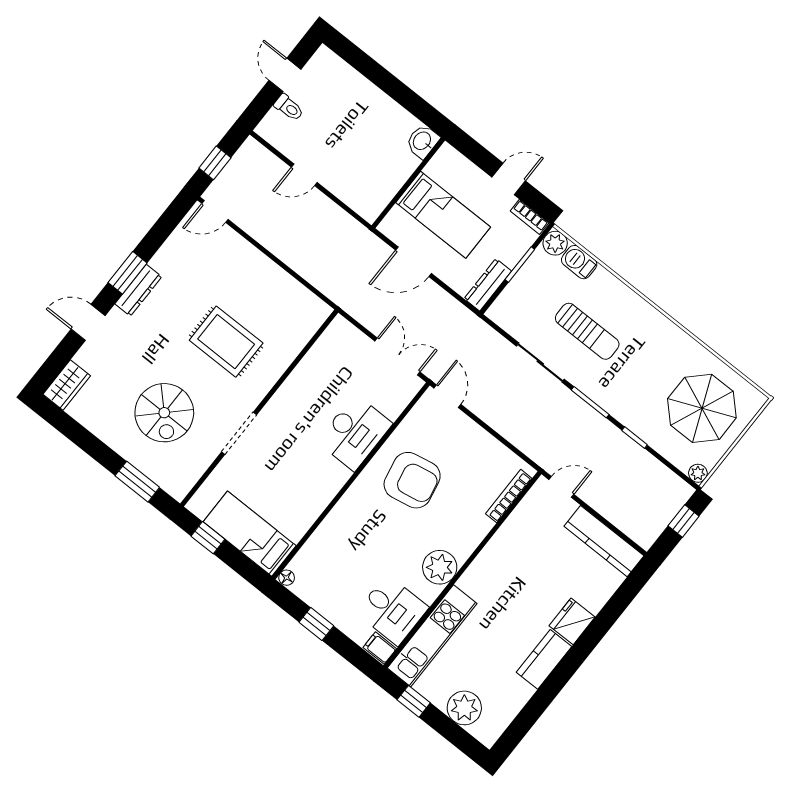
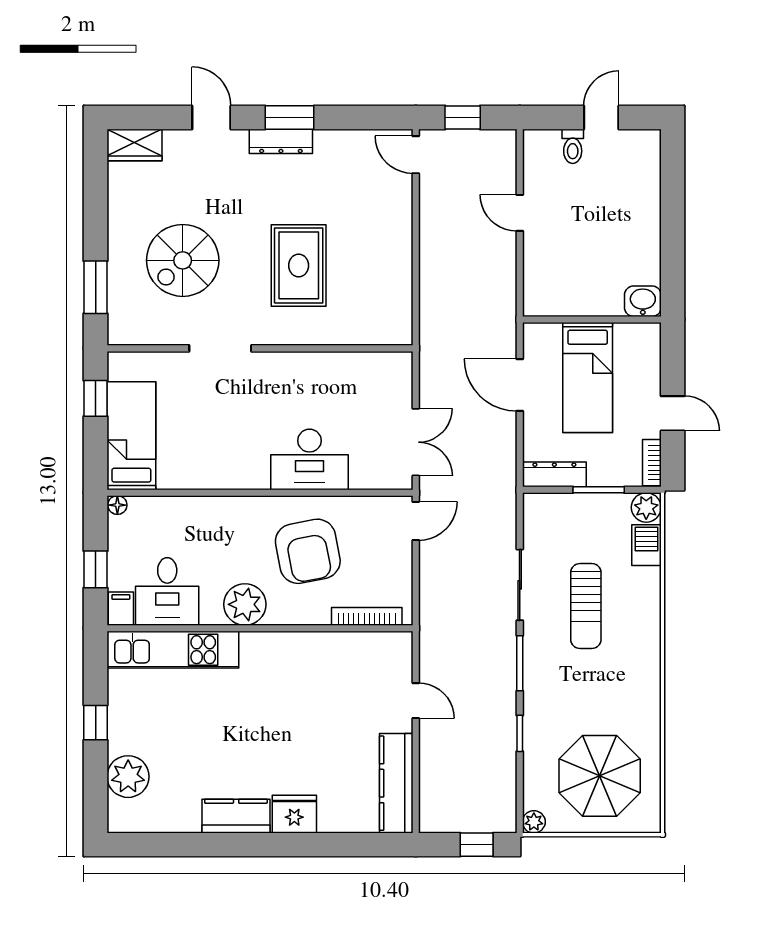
bookcase: (509, 496) -> (367, 616), moved
plant: (440, 567) -> (245, 604), moved
wall: (462, 570) -> (260, 628), moved
desk: (392, 610) -> (167, 591), moved
kitchen unit: (432, 636) -> (173, 650), moved
filing cabinet: (380, 648) -> (121, 609), moved

